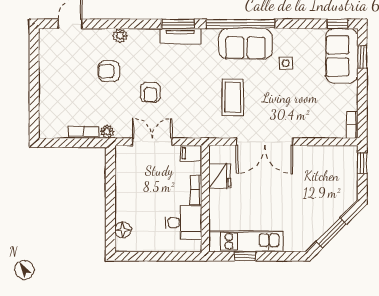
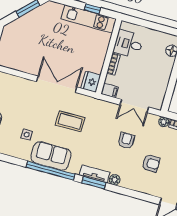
plant: (120, 36) -> (115, 180), moved
coffee table: (233, 97) -> (70, 121), turned 90
fridge: (220, 176) -> (91, 82), moved

